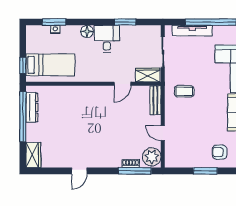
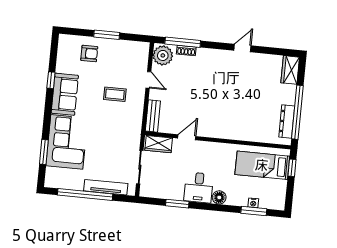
coffee table: (184, 91) -> (115, 94), moved

